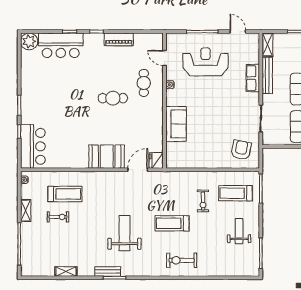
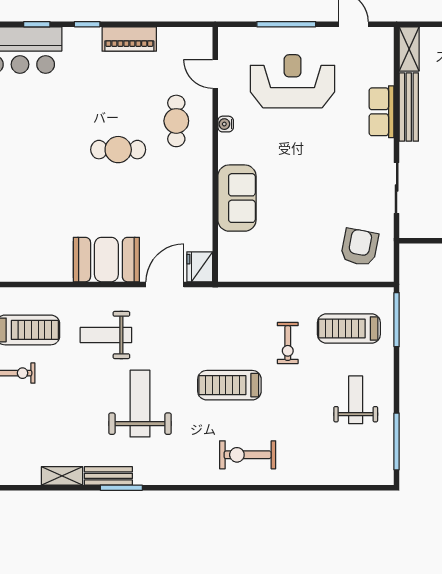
weight bench: (106, 197) -> (106, 335), added
shelving: (66, 271) -> (62, 476), moved

